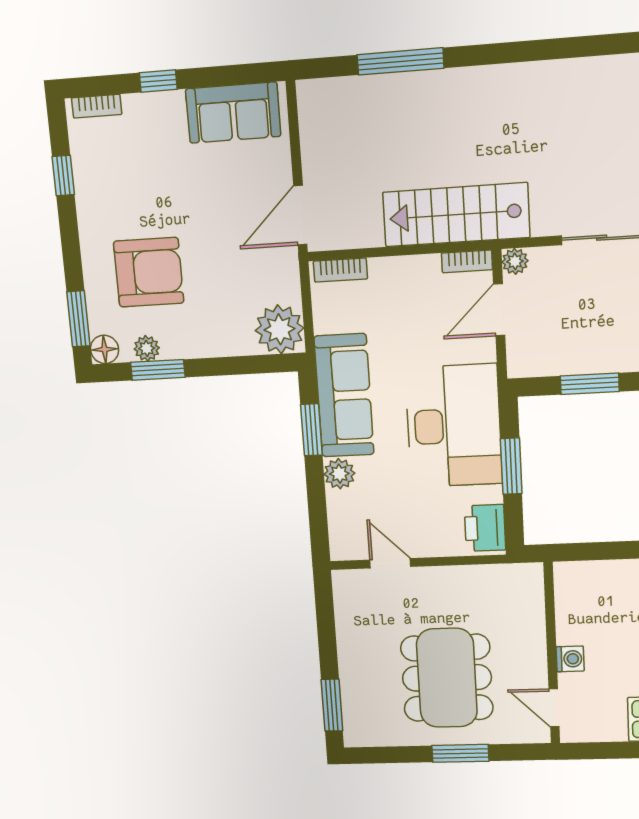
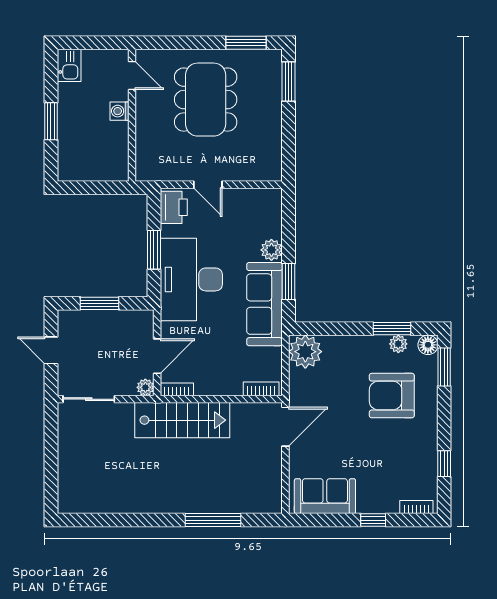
door: (390, 563) -> (208, 185), moved
window: (460, 753) -> (246, 43), moved

